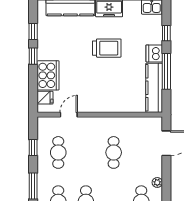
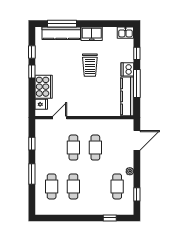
trolley: (107, 48) -> (90, 65), turned 90
cafe table: (58, 152) -> (73, 148), moved

